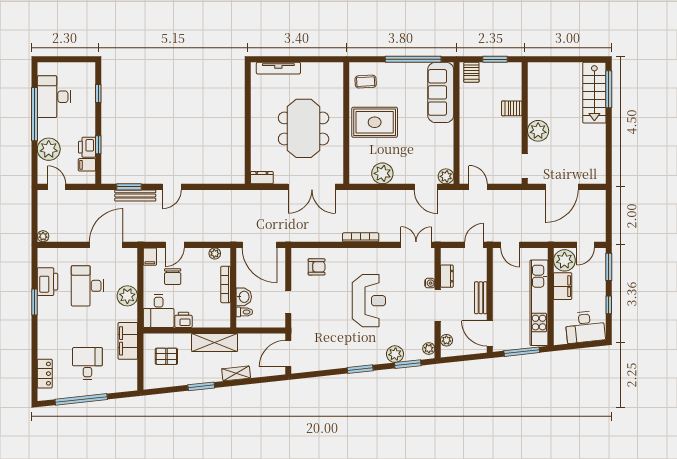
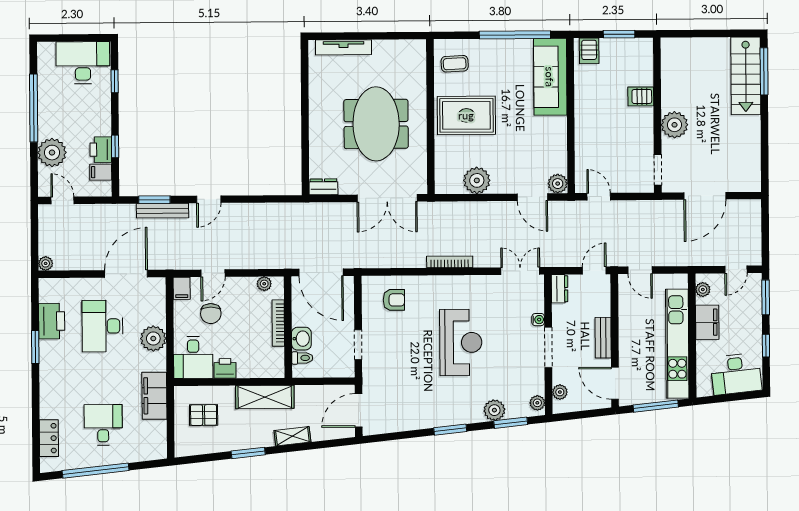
desk: (54, 97) -> (83, 63), moved, turned 90
plant: (564, 260) -> (703, 290), width x0.53, depth x0.53
dresser: (447, 276) -> (560, 289), moved

